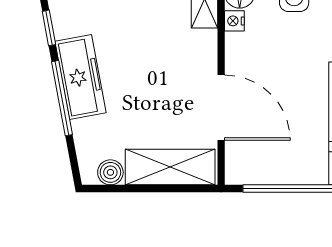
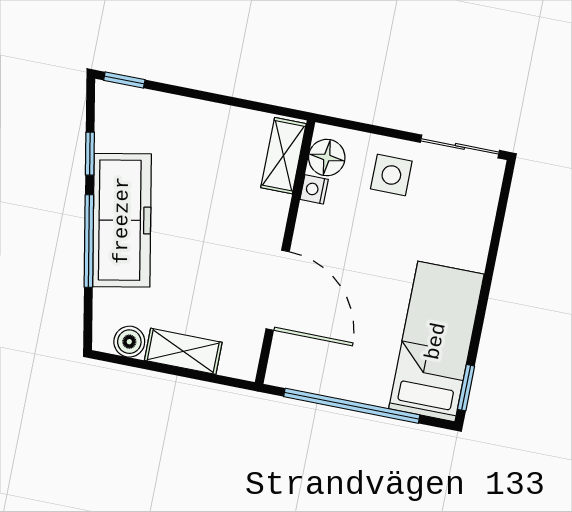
freezer: (81, 77) -> (122, 220), width x1.36, depth x1.26
shelving: (170, 167) -> (183, 351), width x0.67, depth x0.75

